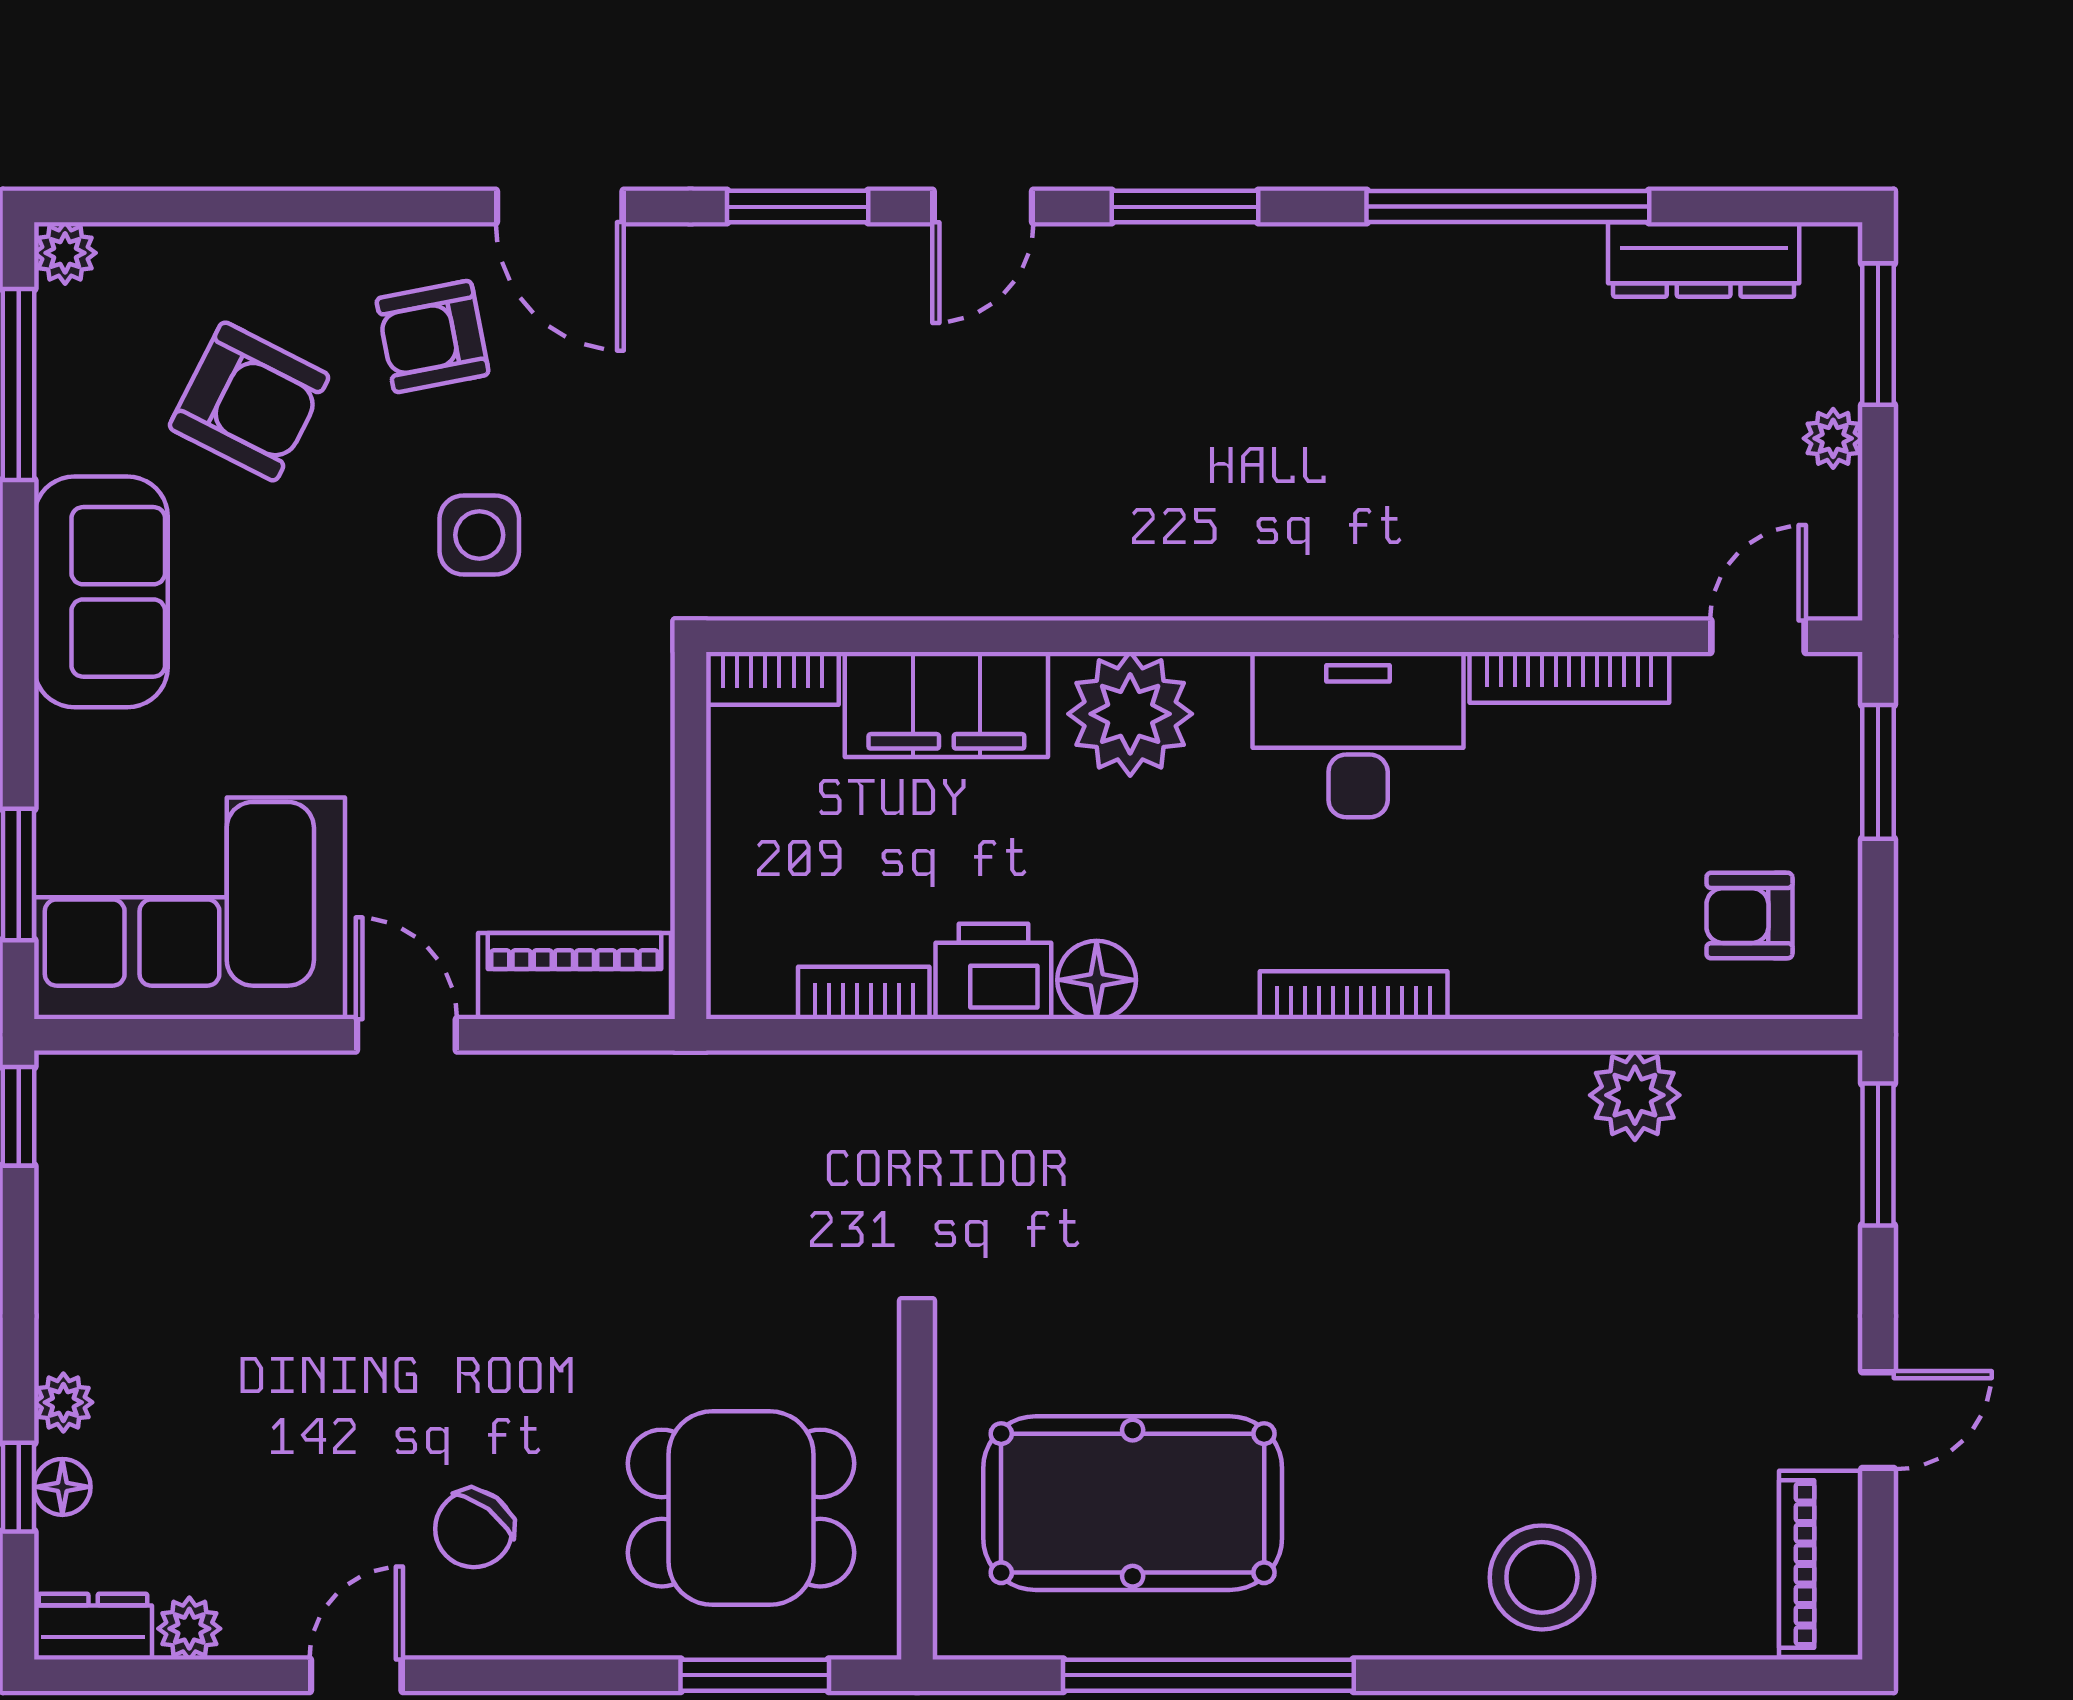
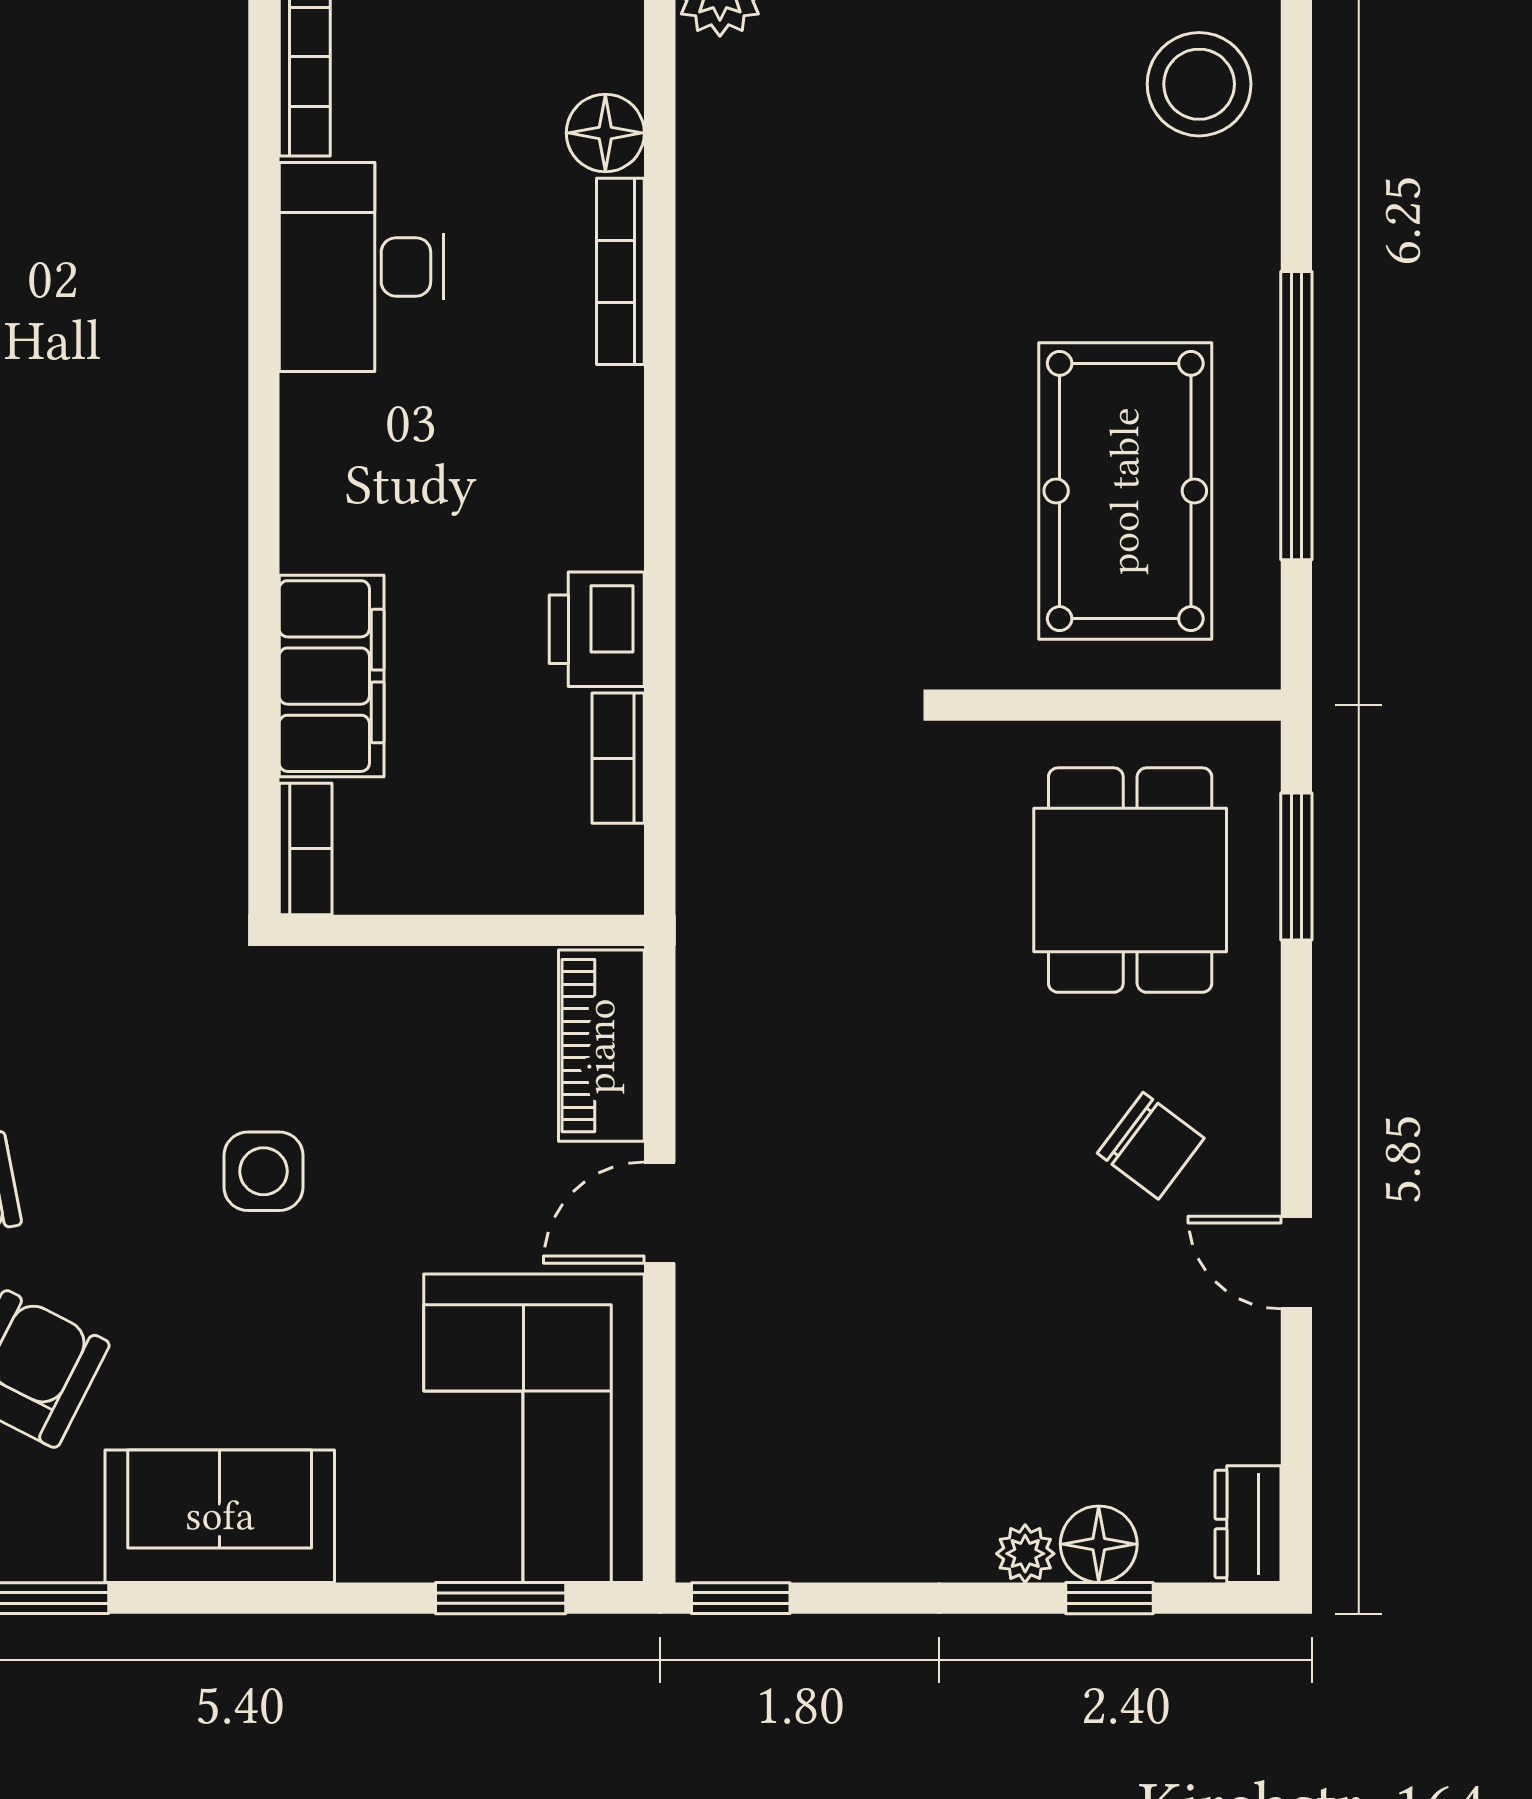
side table: (479, 535) -> (264, 1171), moved
plant: (1130, 714) -> (341, 494), removed
floor lamp: (1097, 980) -> (605, 133), moved
floor lamp: (62, 1487) -> (1099, 1544), width x1.37, depth x1.37
plant: (189, 1629) -> (1250, 1428), removed

